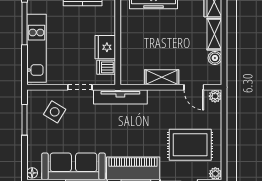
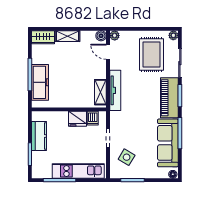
boiler: (215, 58) -> (101, 36), moved
shelving: (162, 77) -> (100, 92), moved
door: (194, 87) -> (108, 52), swing flipped
tv unit: (120, 97) -> (115, 90), moved

